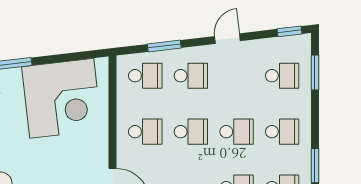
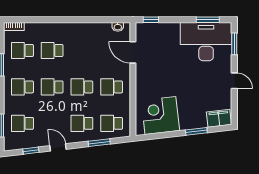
window: (290, 31) -> (31, 151), moved
door: (227, 39) -> (58, 147), swing flipped
corner desk: (62, 98) -> (160, 116), width x0.74, depth x0.74

